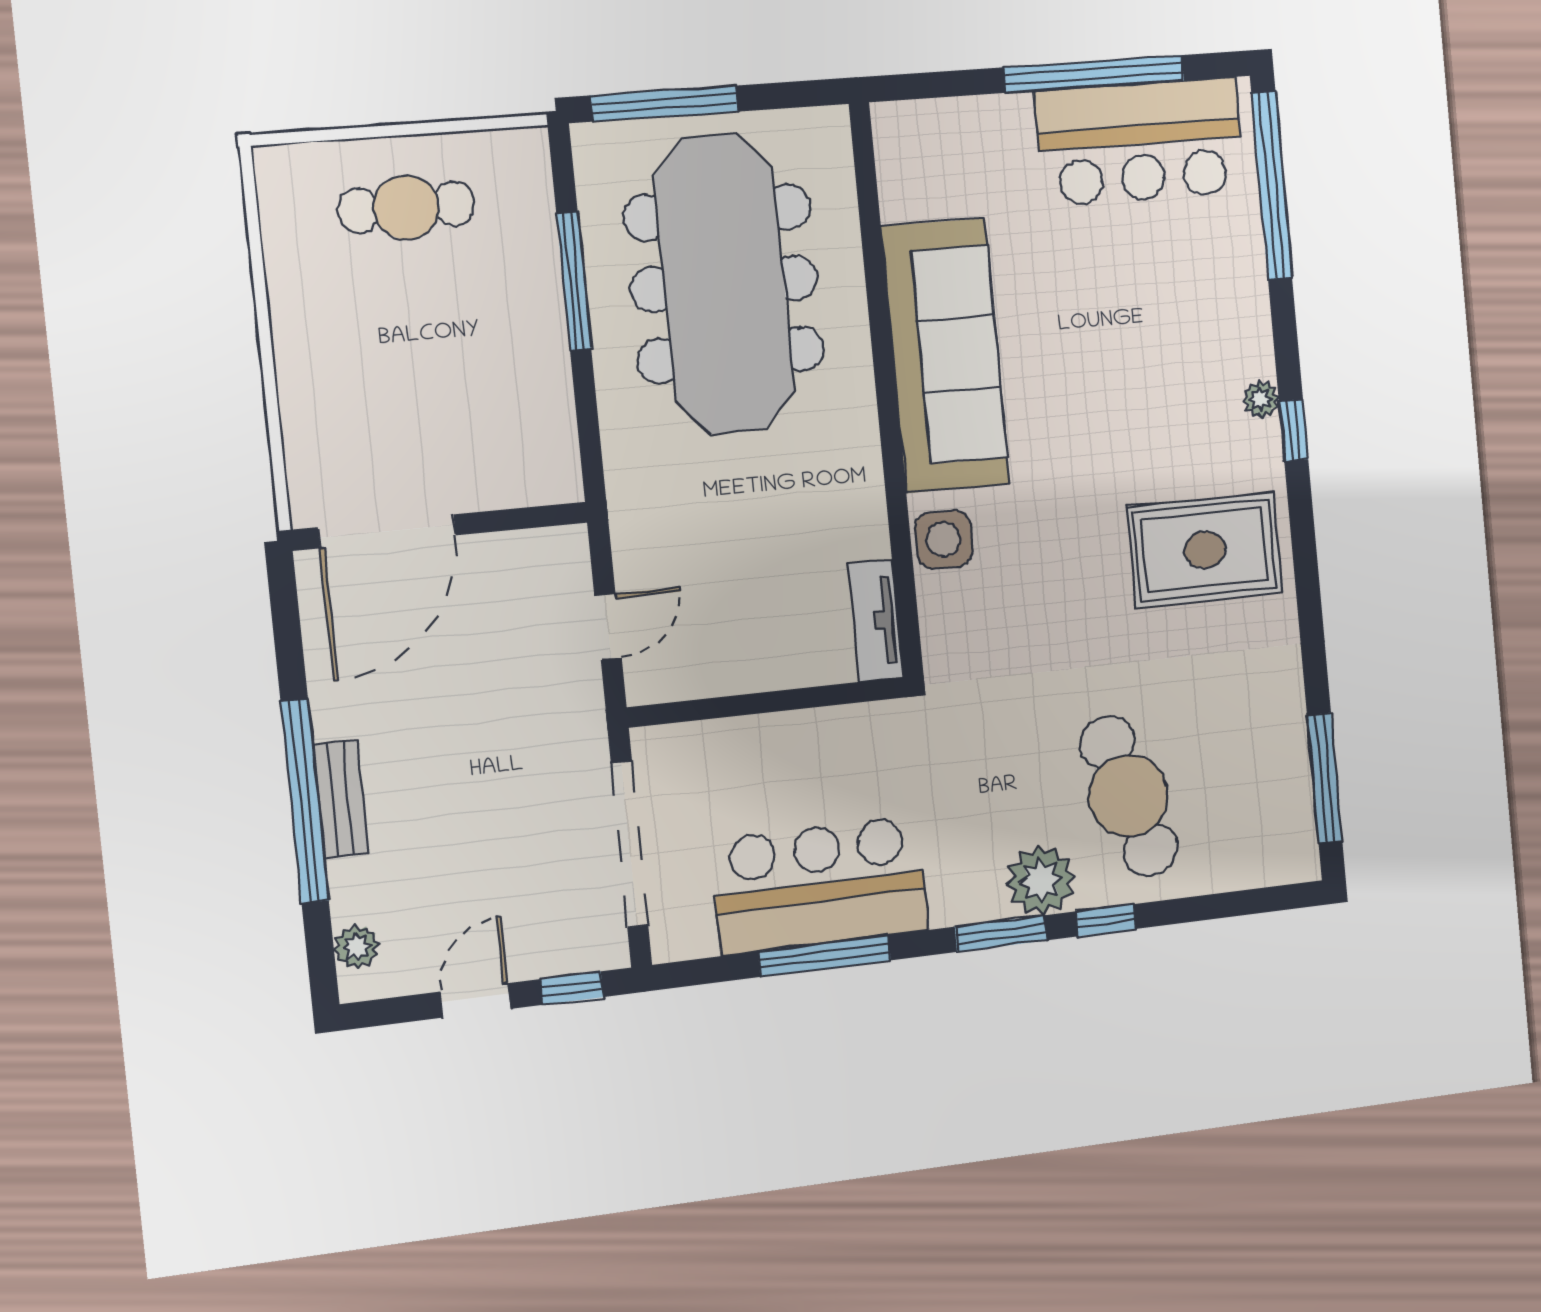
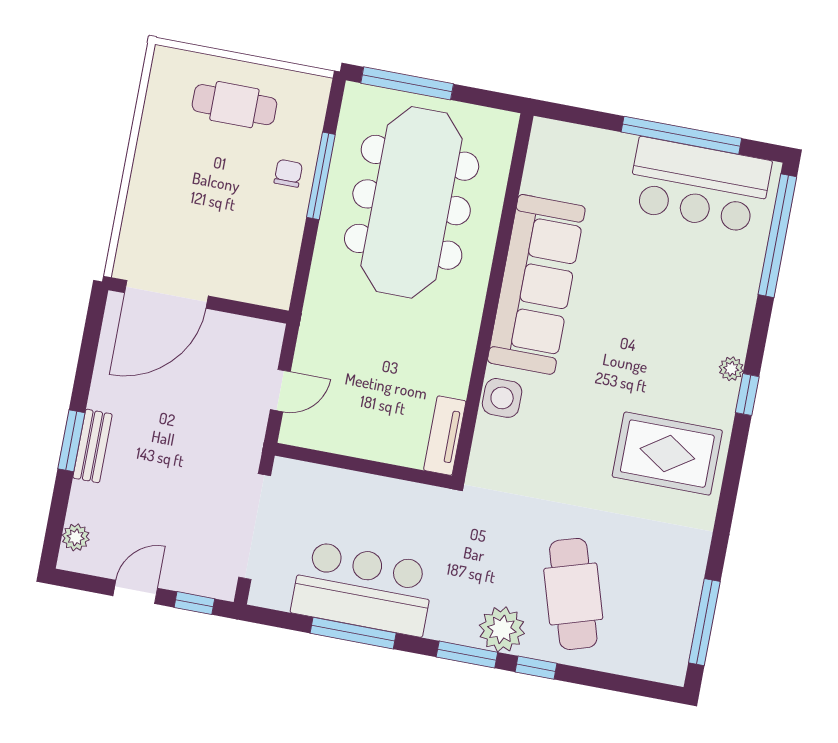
chair: (522, 291) -> (288, 173), added
window: (305, 801) -> (71, 441), width x0.47

